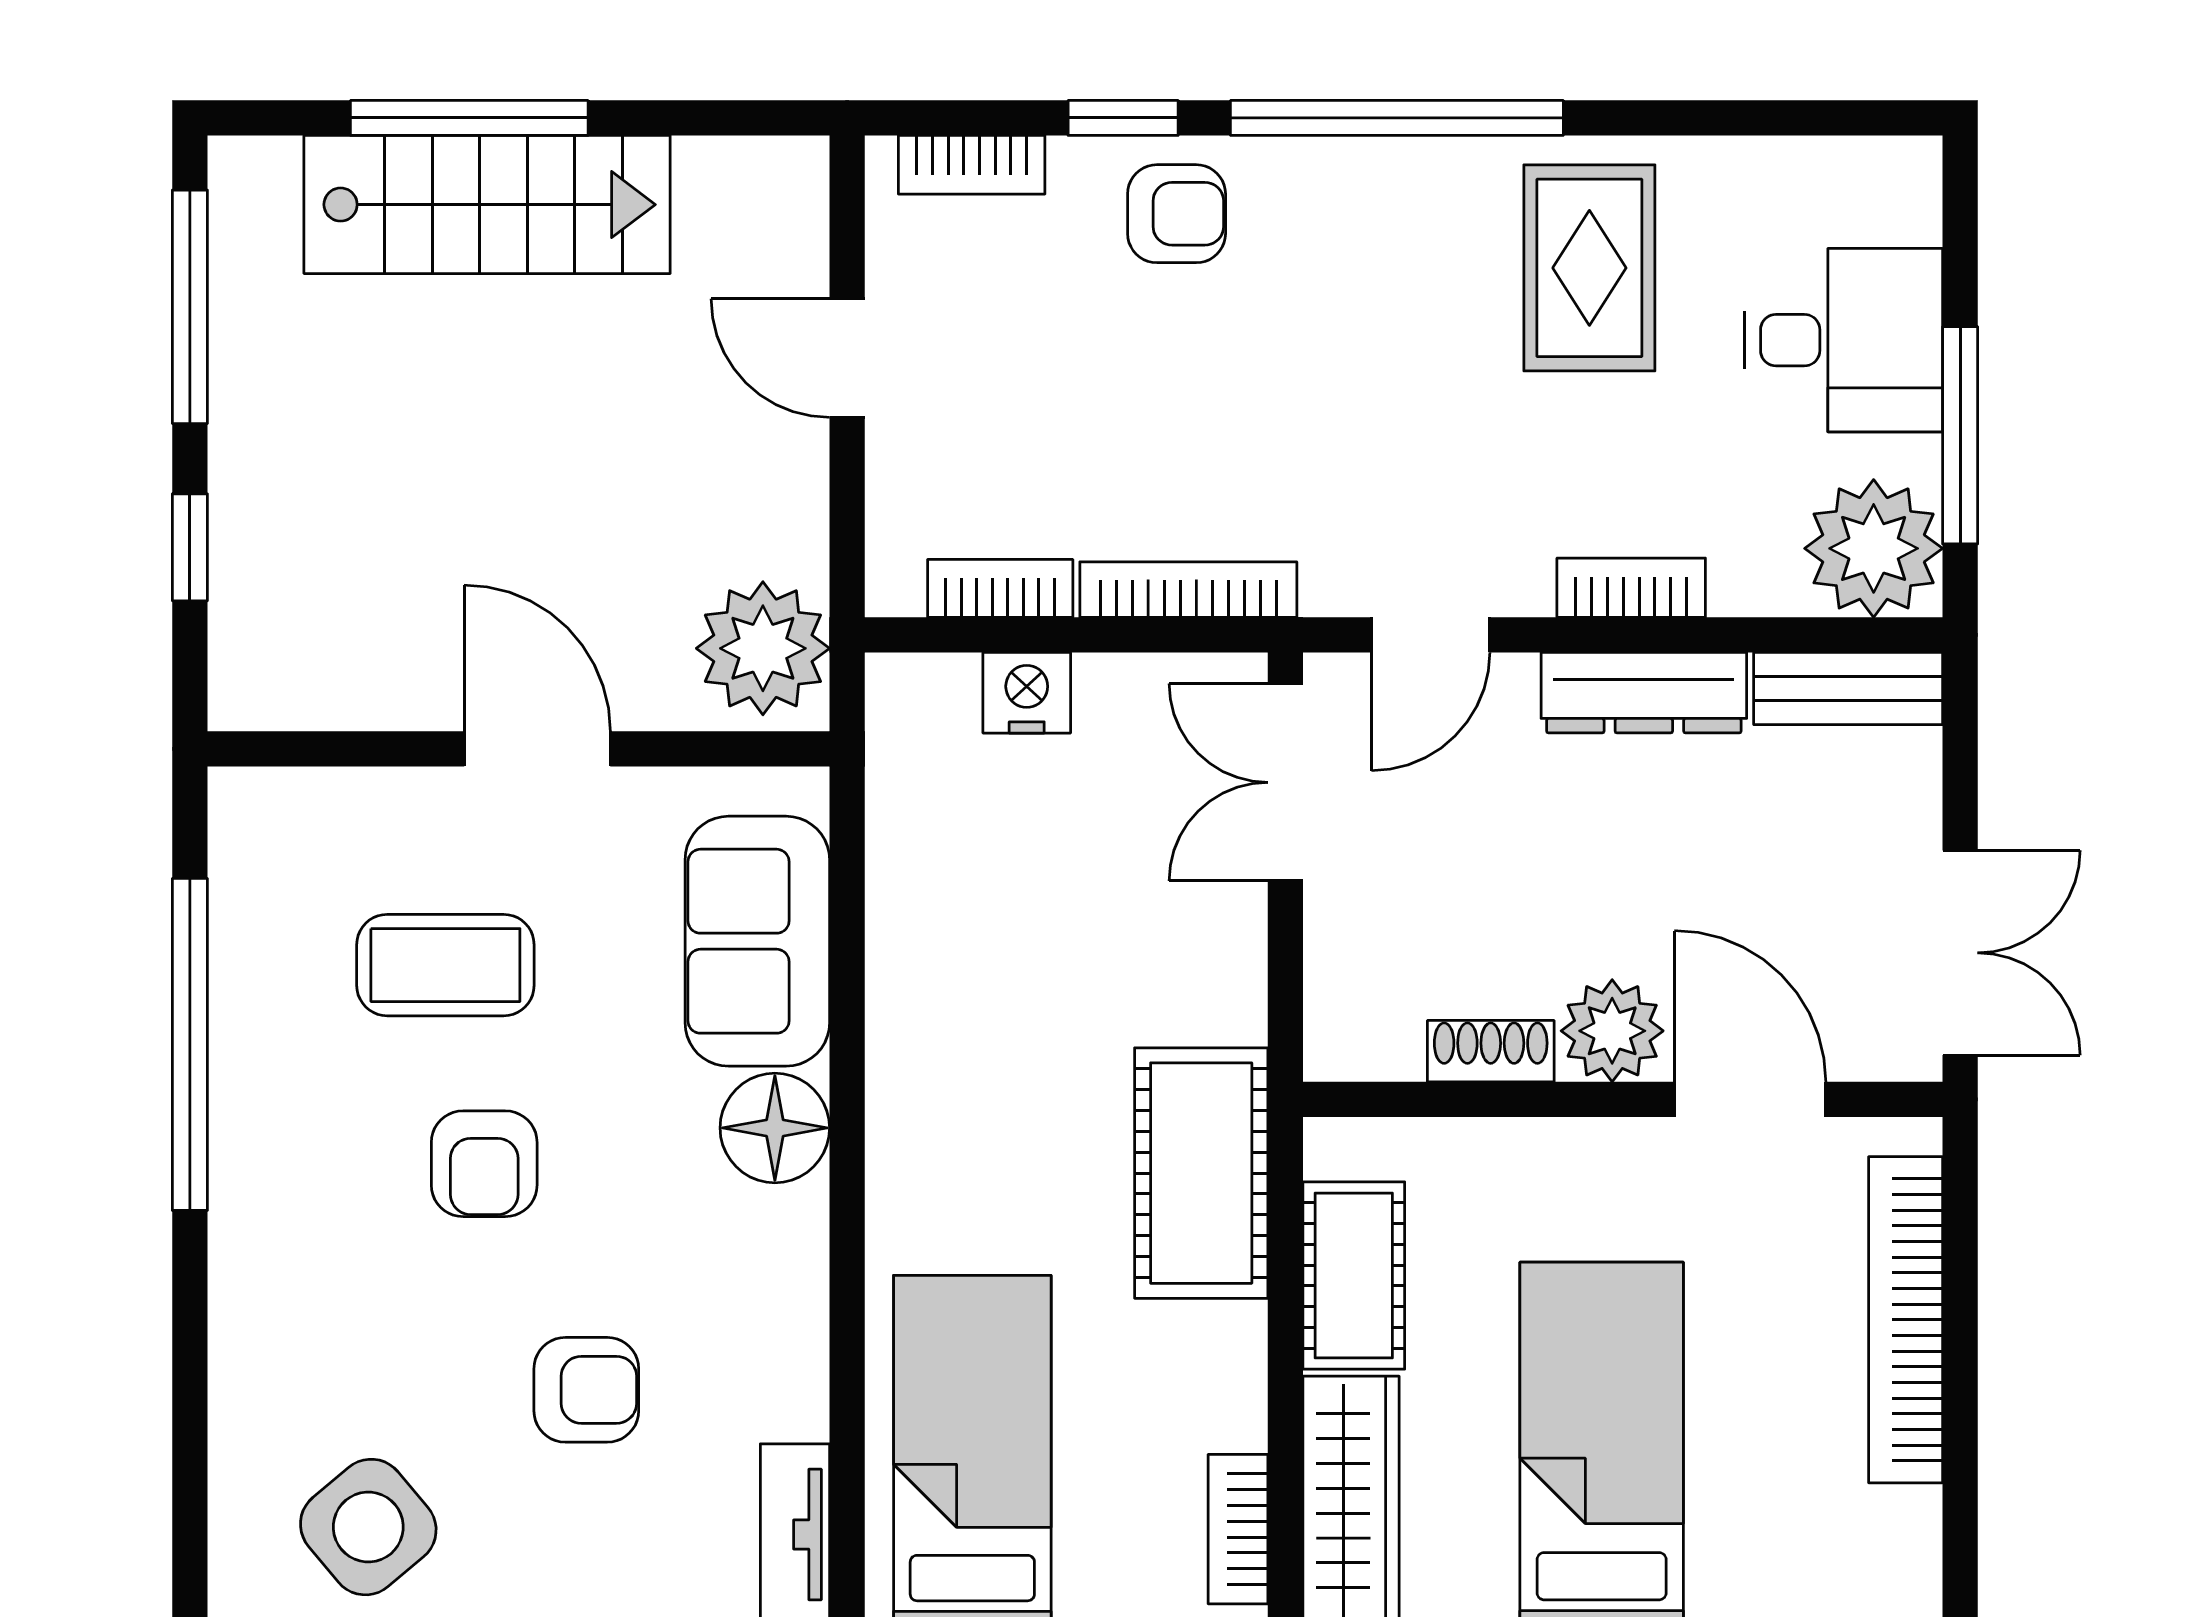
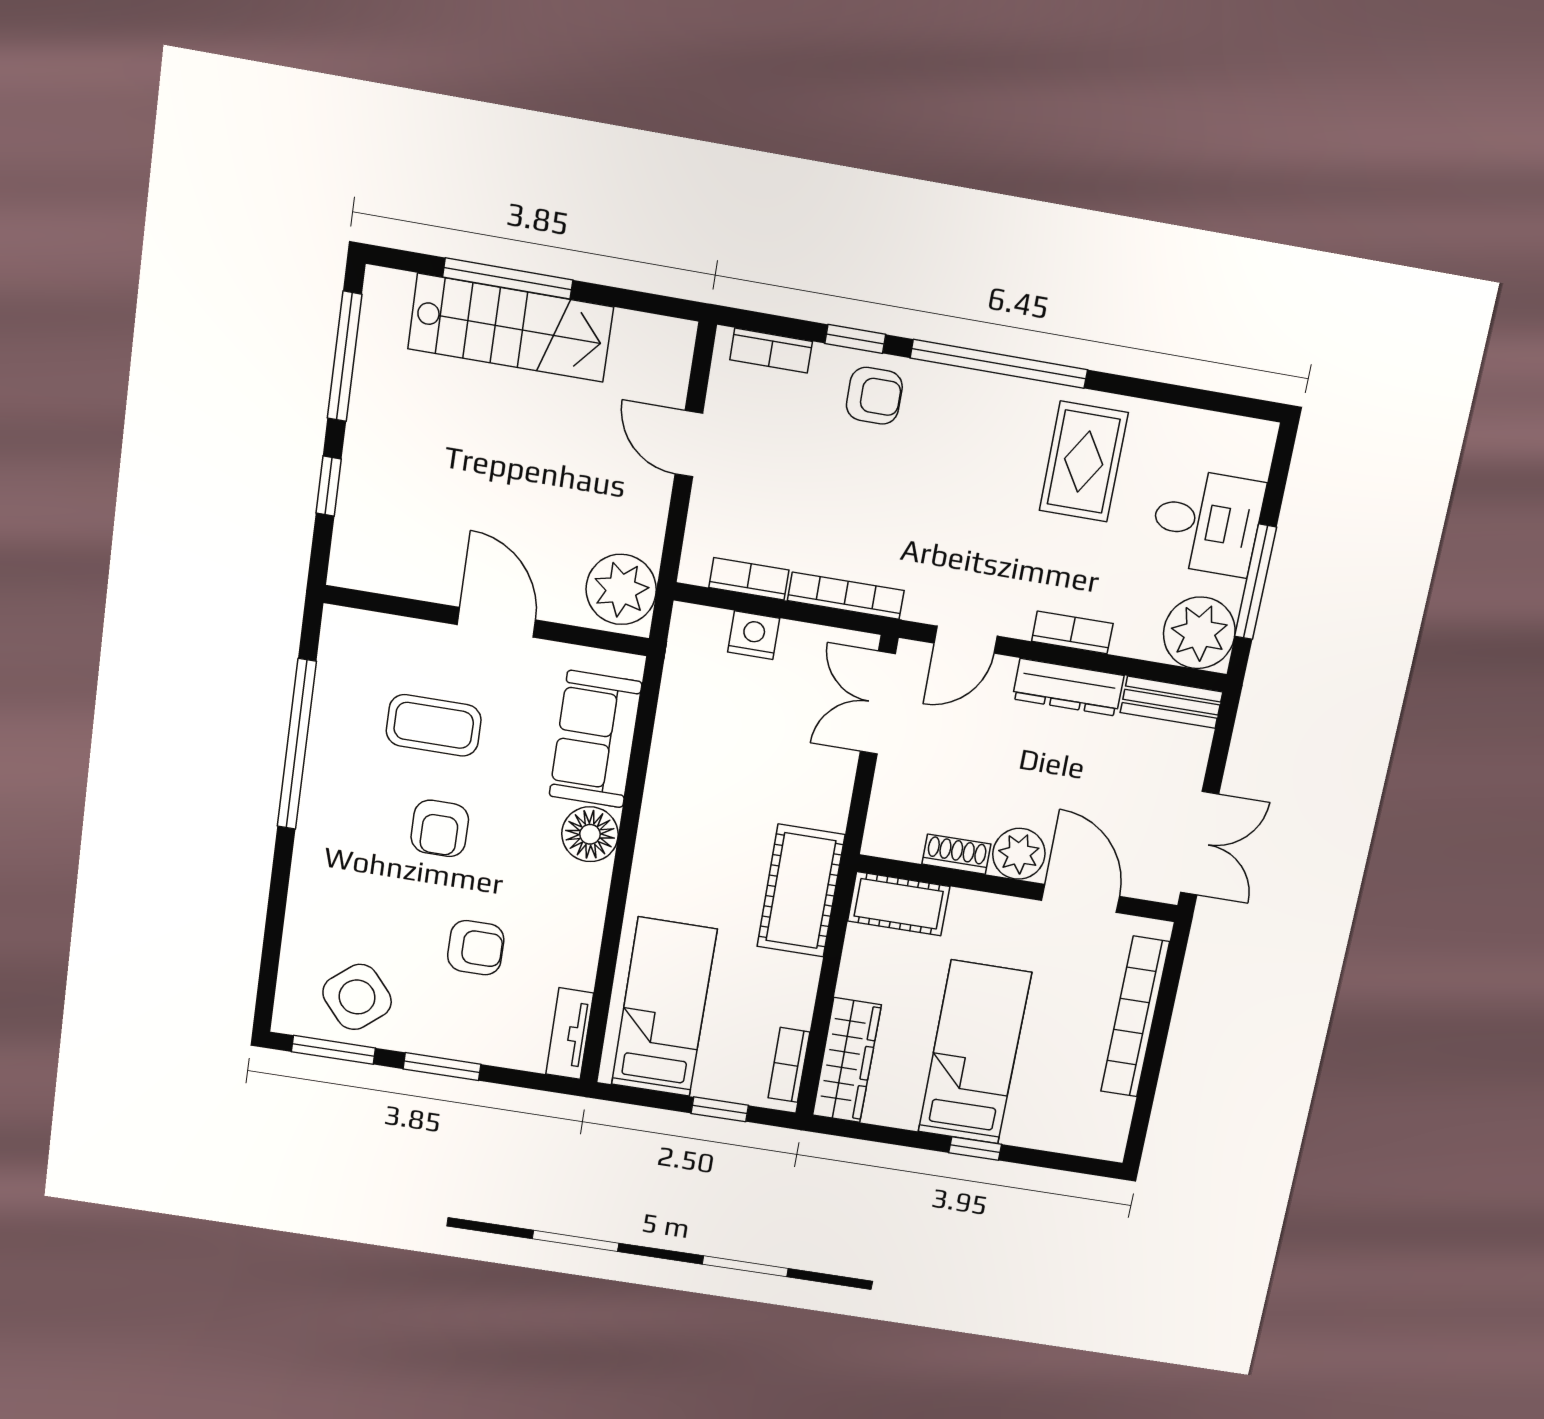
cot: (1354, 1275) -> (899, 904), moved, turned 90

